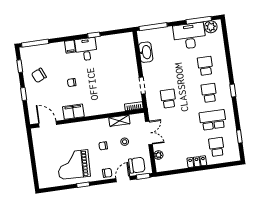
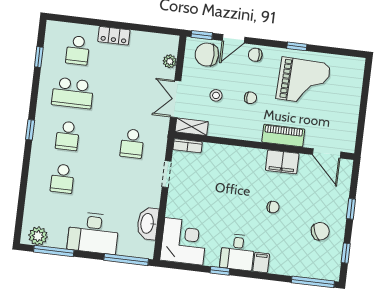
desk: (189, 36) -> (93, 233), moved
corner desk: (121, 47) -> (184, 241), added
shelving: (119, 121) -> (192, 127), moved
piano: (77, 128) -> (283, 136), added

